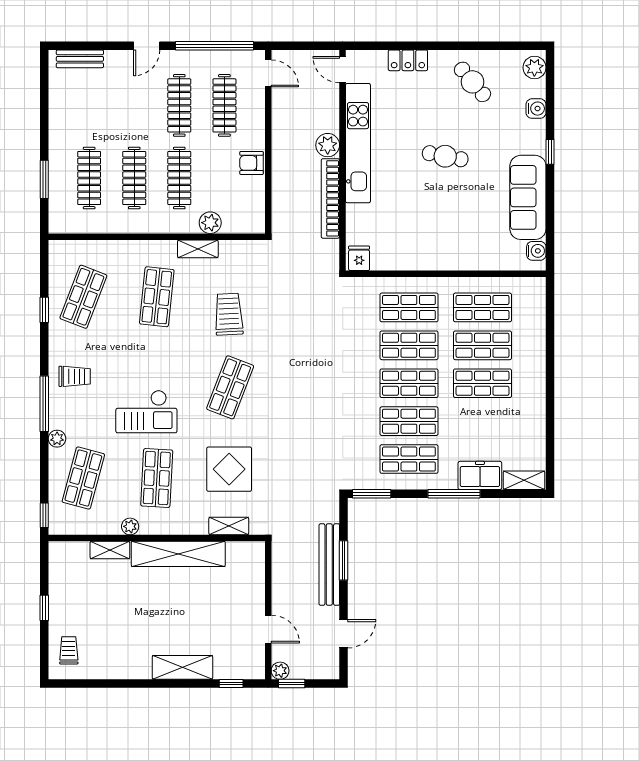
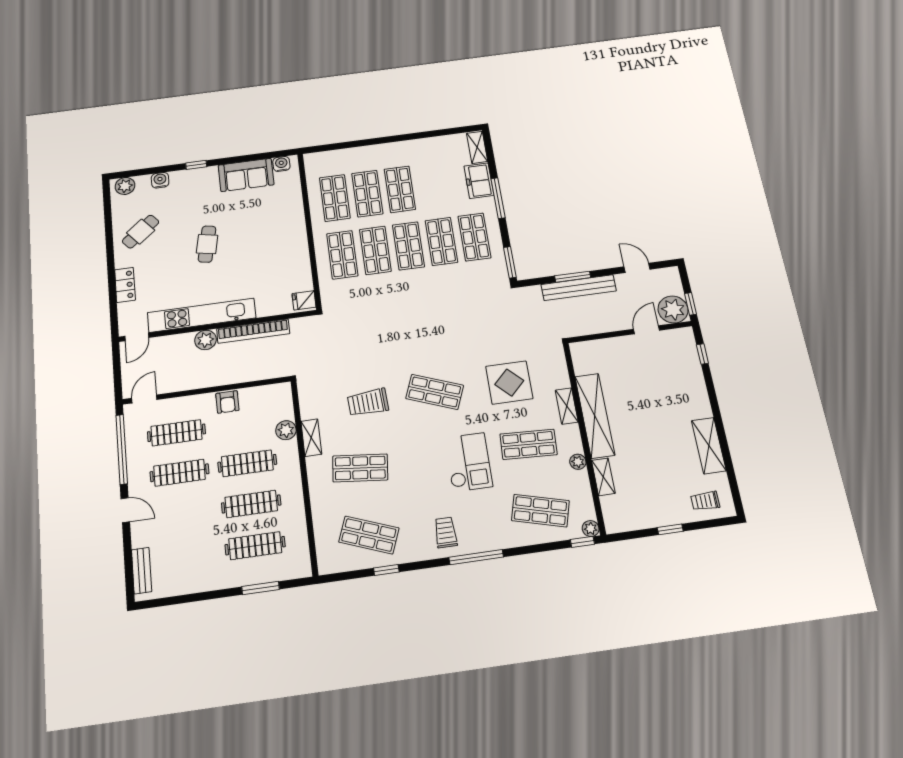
sofa: (528, 197) -> (246, 175), width x0.73
plant: (57, 439) -> (591, 529), moved
shelving: (229, 526) -> (567, 406), moved
shelving: (182, 667) -> (709, 446), moved
plant: (280, 671) -> (673, 310), width x1.88, depth x1.88

